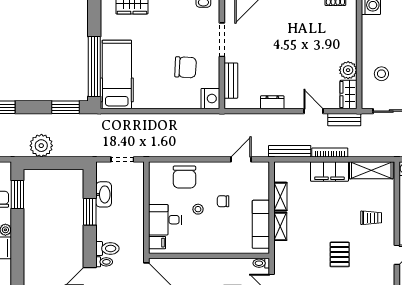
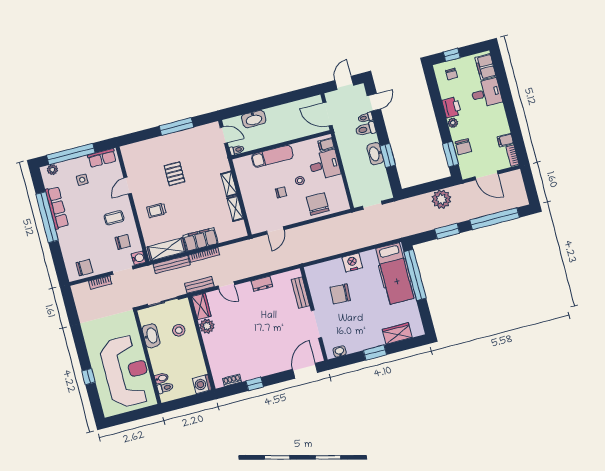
nightstand: (210, 99) -> (352, 262), moved, turned 90
window: (66, 107) -> (447, 231), moved
bench: (290, 151) -> (172, 265), moved
washbasin: (104, 194) -> (375, 154), moved
exam couch: (261, 224) -> (272, 156), moved, turned 90

